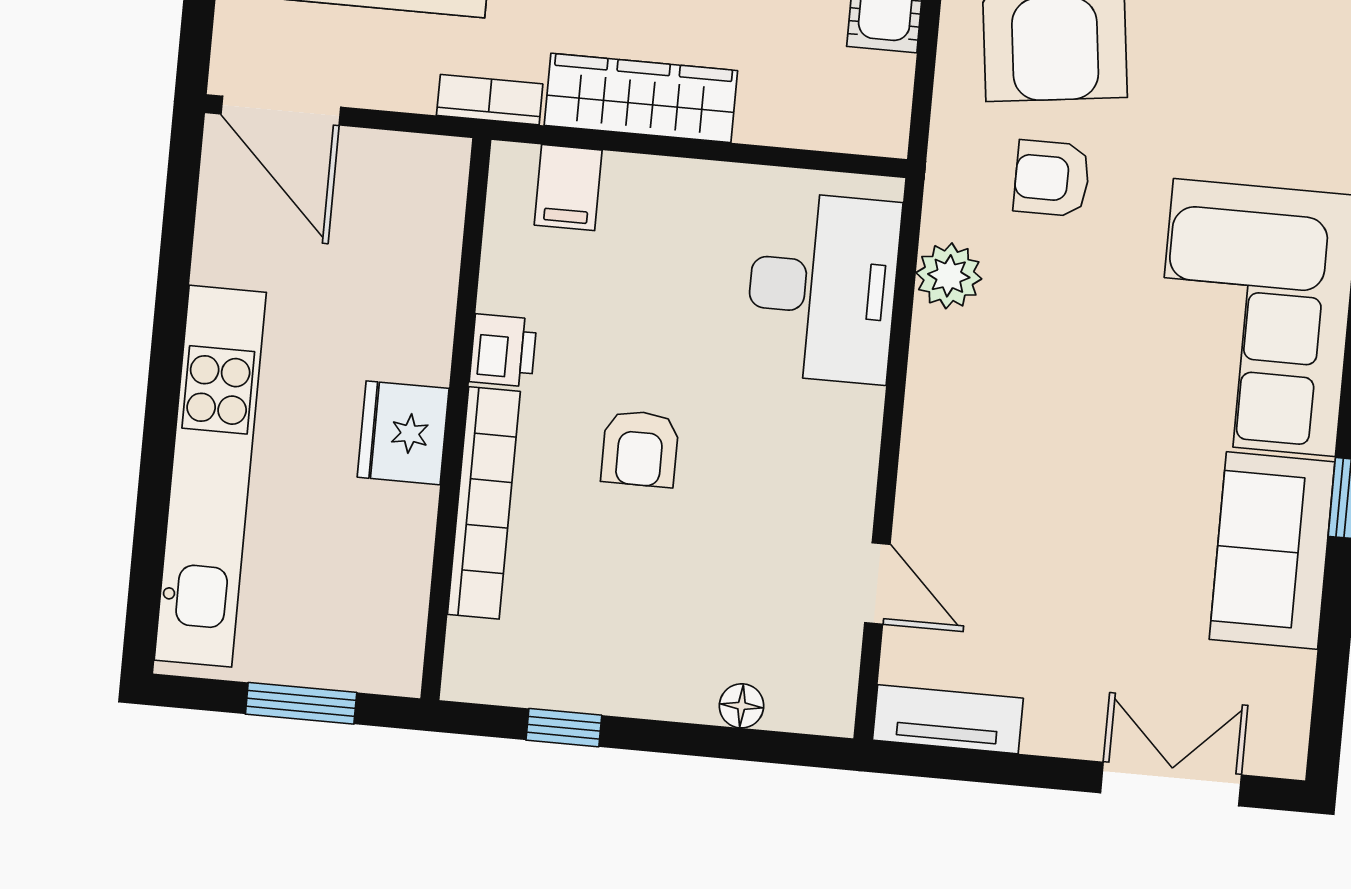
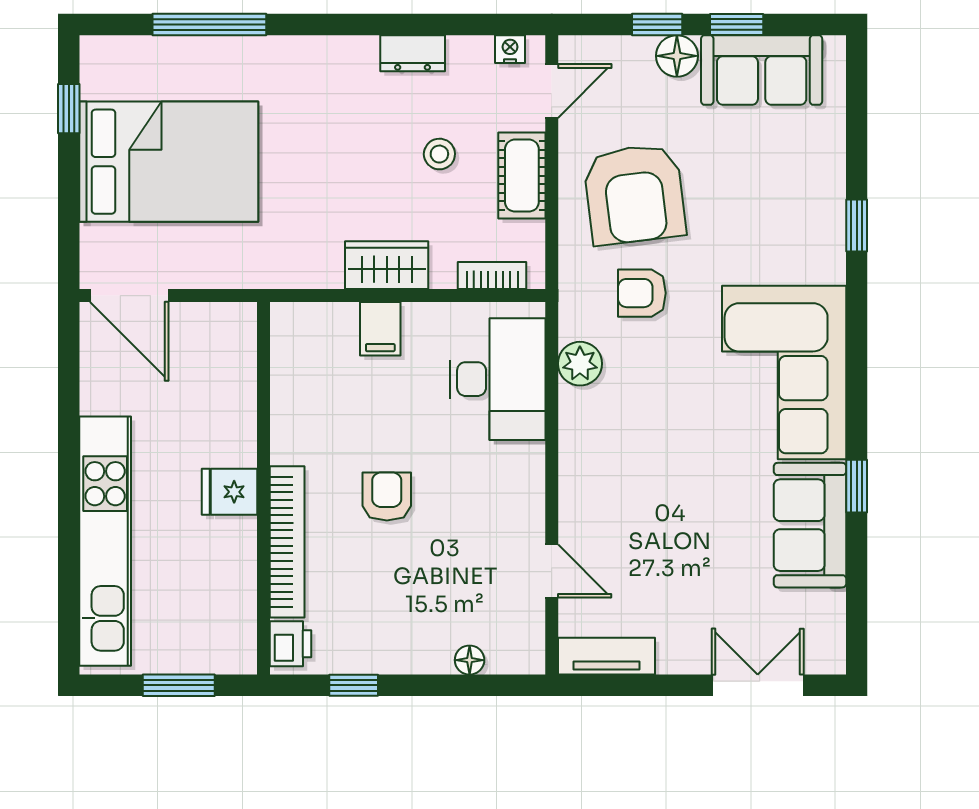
wardrobe: (641, 98) -> (387, 265), width x0.67
bookcase: (490, 100) -> (492, 276), moved
filing cabinet: (568, 188) -> (380, 329), moved
printer: (503, 350) -> (291, 644), moved
fridge: (403, 433) -> (230, 492), width x0.72
armchair: (640, 449) -> (387, 497), turned 180

